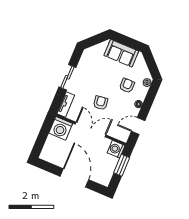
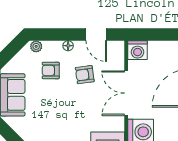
armchair: (101, 103) -> (85, 75), moved
window: (122, 165) -> (155, 34), removed

